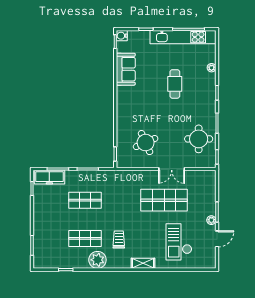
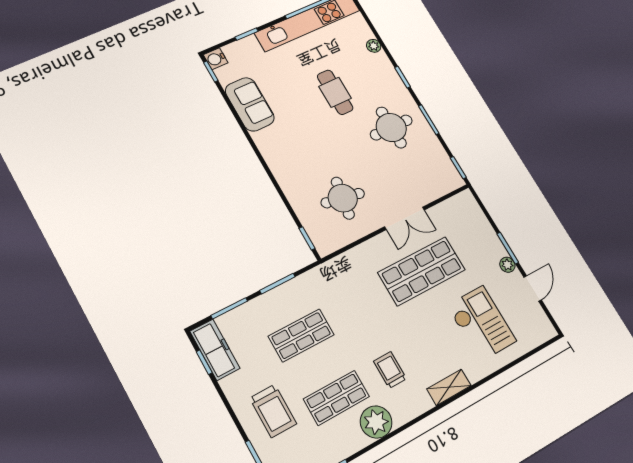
round table: (199, 139) -> (391, 127), moved
round table: (146, 143) -> (343, 198), turned 34
freezer: (49, 177) -> (215, 350), moved, turned -90
trolley: (52, 228) -> (273, 411), added
checkout: (179, 242) -> (481, 323), turned 180

